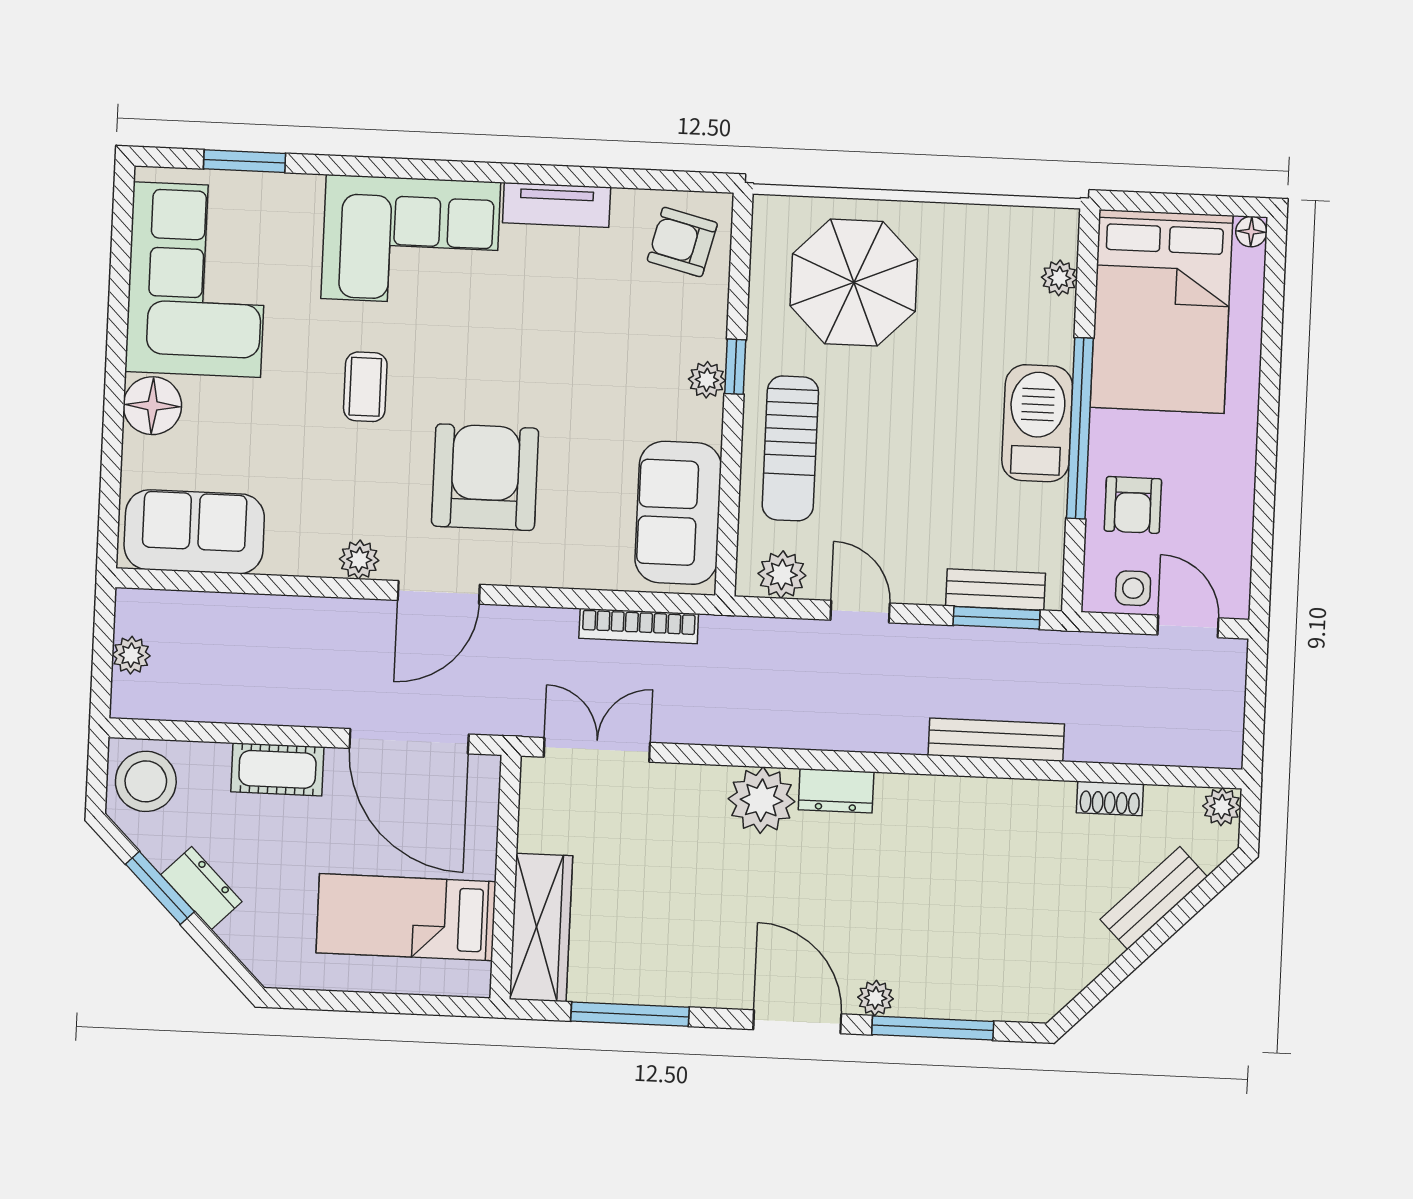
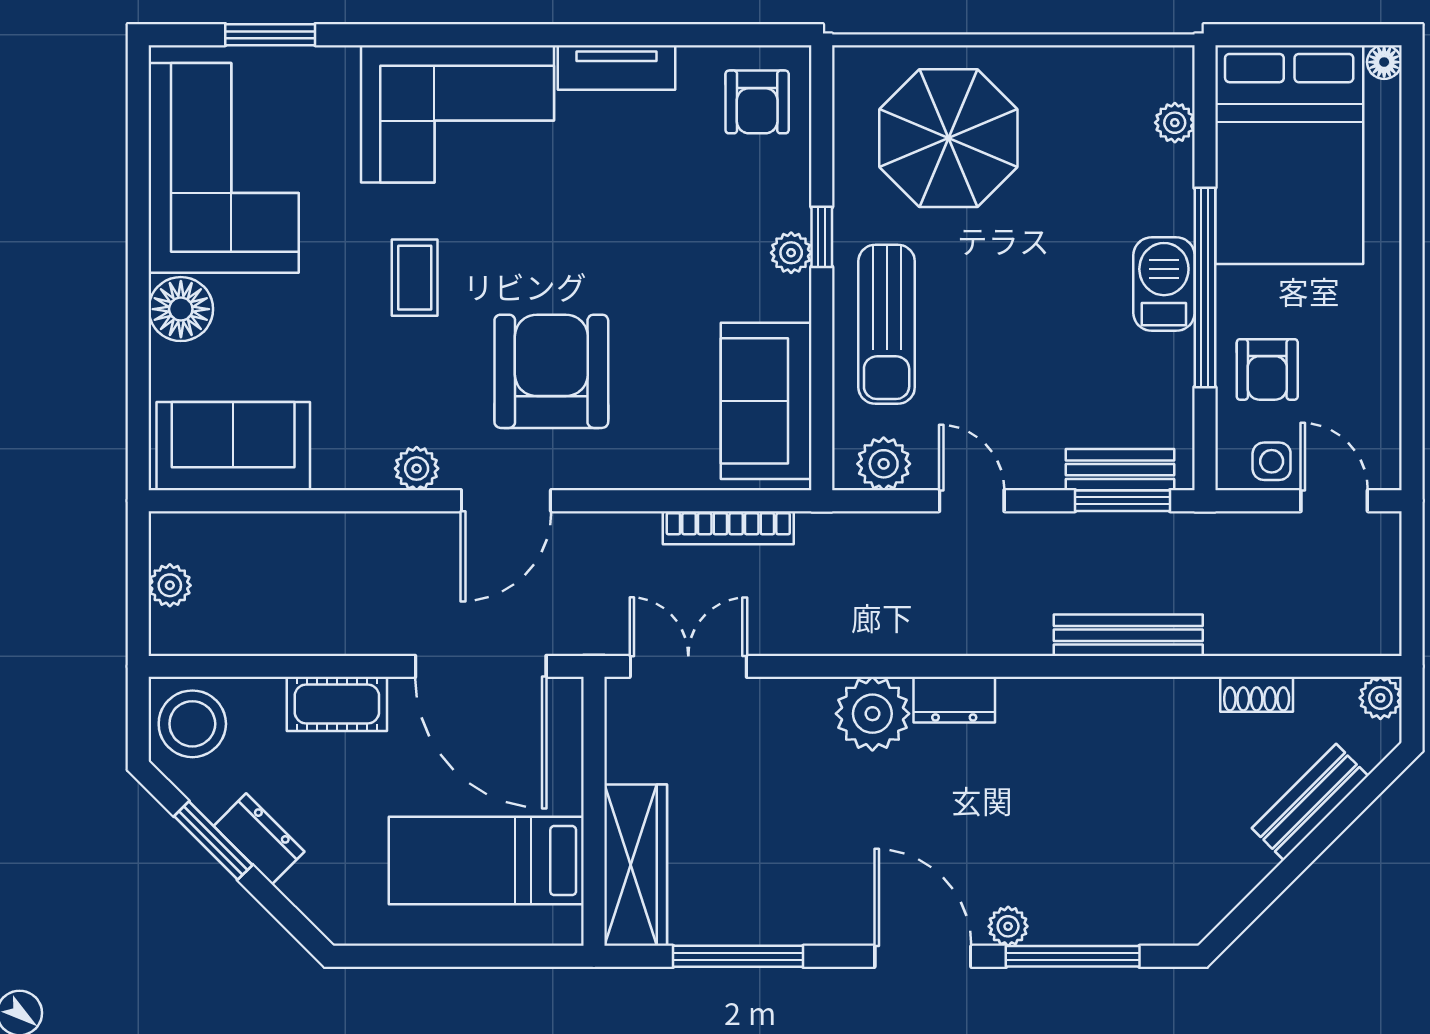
armchair: (682, 242) -> (757, 102), turned -104
barbecue: (1037, 423) -> (1164, 284), width x0.73, depth x0.83

